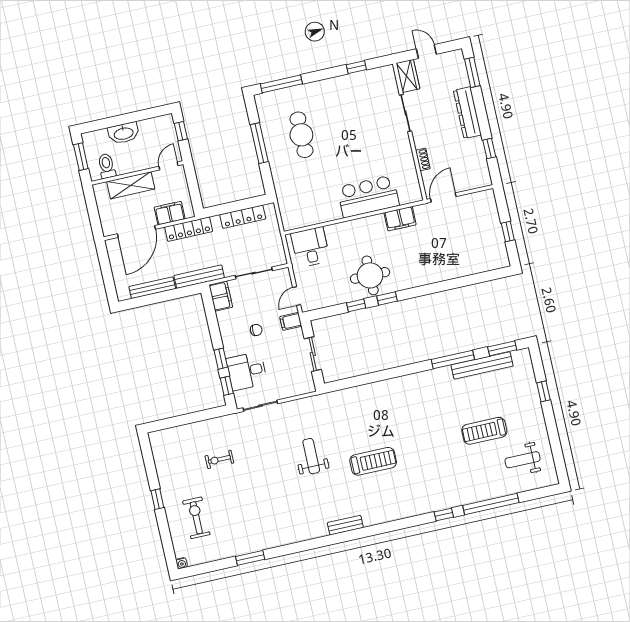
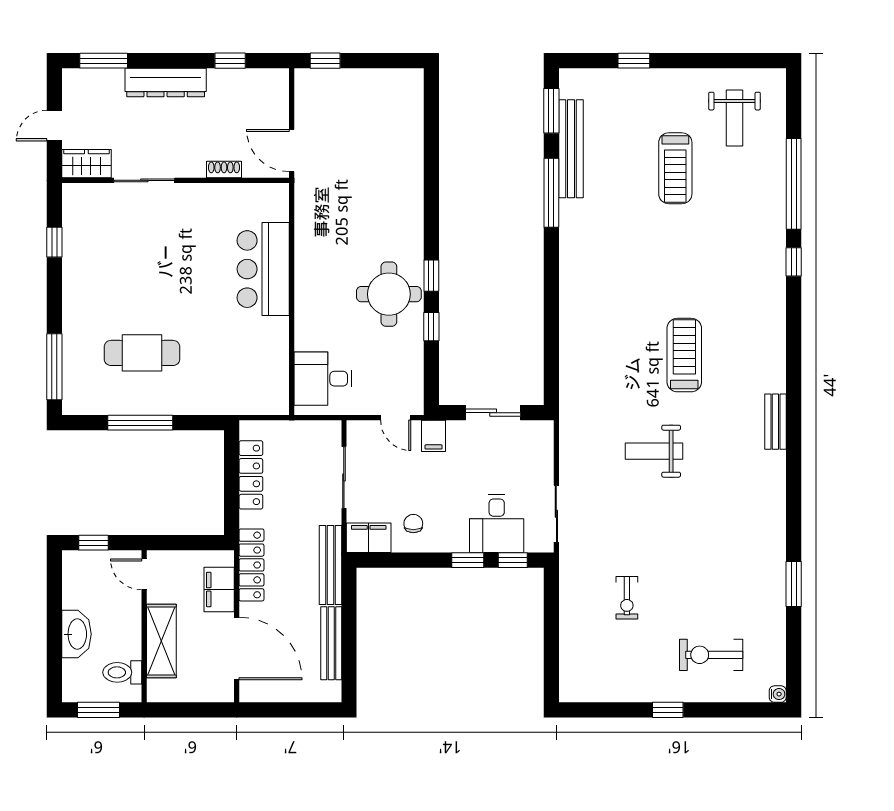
filing cabinet: (400, 219) -> (310, 227), removed
window: (508, 232) -> (325, 61), moved
chair: (256, 330) -> (413, 524), moved

